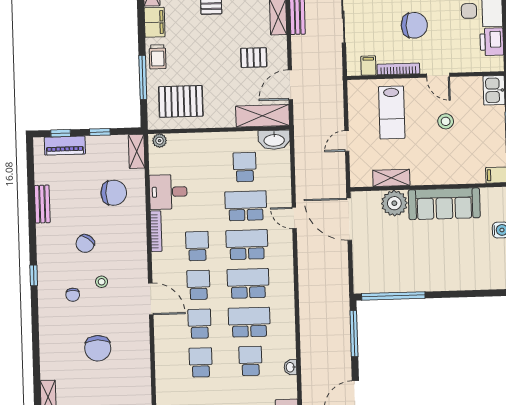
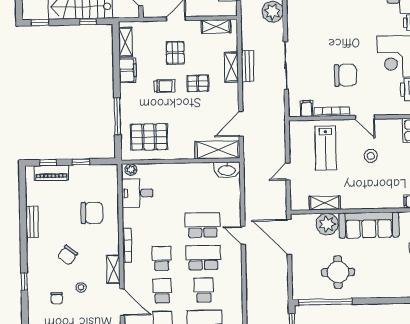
trolley: (158, 57) -> (164, 86), moved, turned -90
pallet: (254, 58) -> (198, 83), moved
shelving: (137, 151) -> (113, 269), moved
school desk: (245, 167) -> (202, 193), removed
desk: (168, 192) -> (137, 193), moved
round table: (408, 260) -> (338, 272), added
school desk: (248, 283) -> (204, 290), width x0.54

